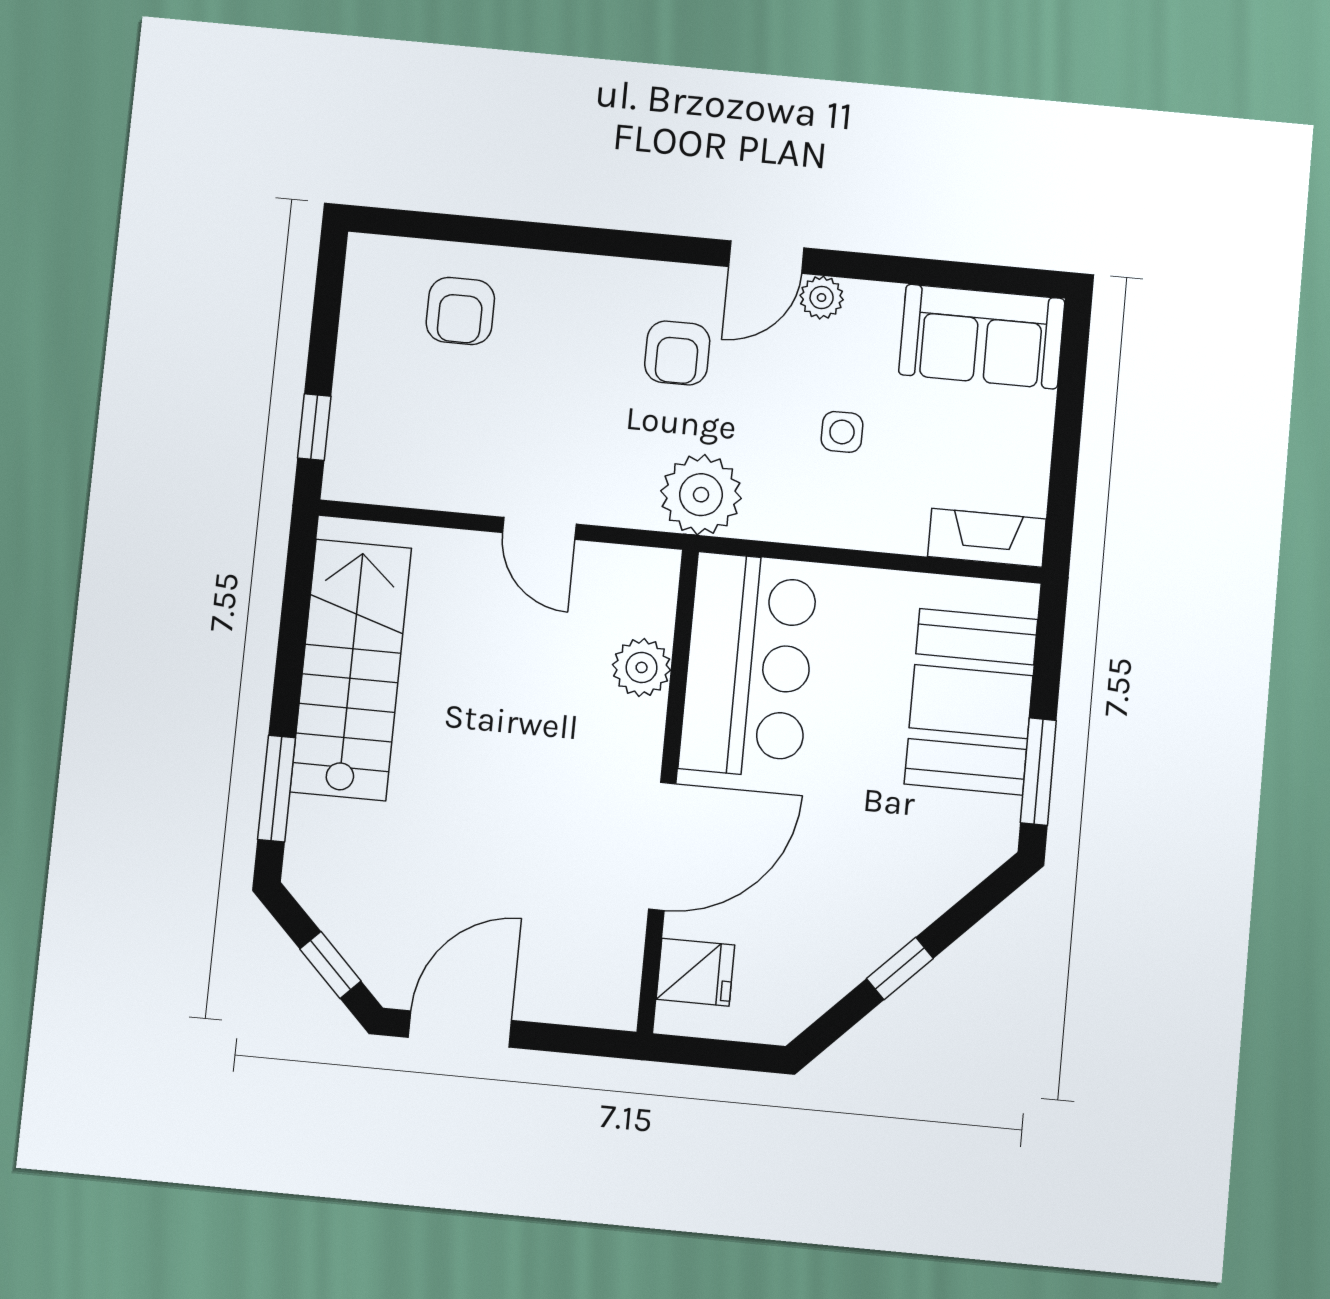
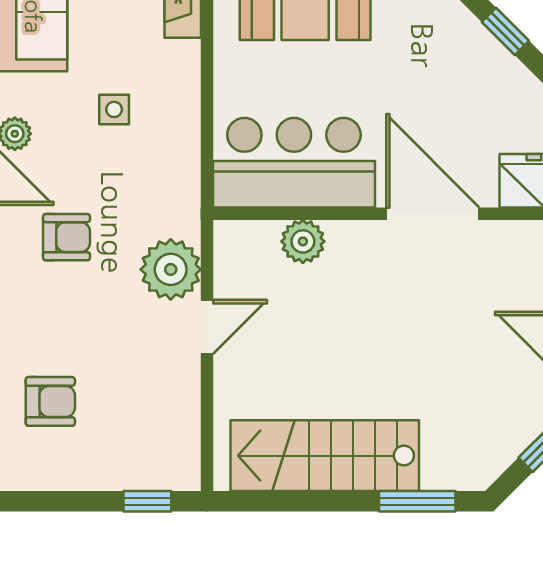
plant: (701, 495) -> (171, 269), moved

